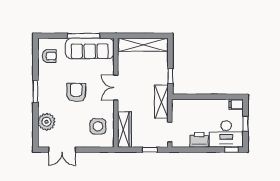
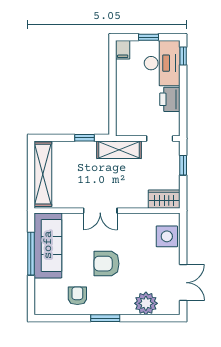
armchair: (49, 56) -> (77, 296), moved
side table: (98, 126) -> (167, 236), moved
wardrobe: (124, 130) -> (164, 199), width x0.67

